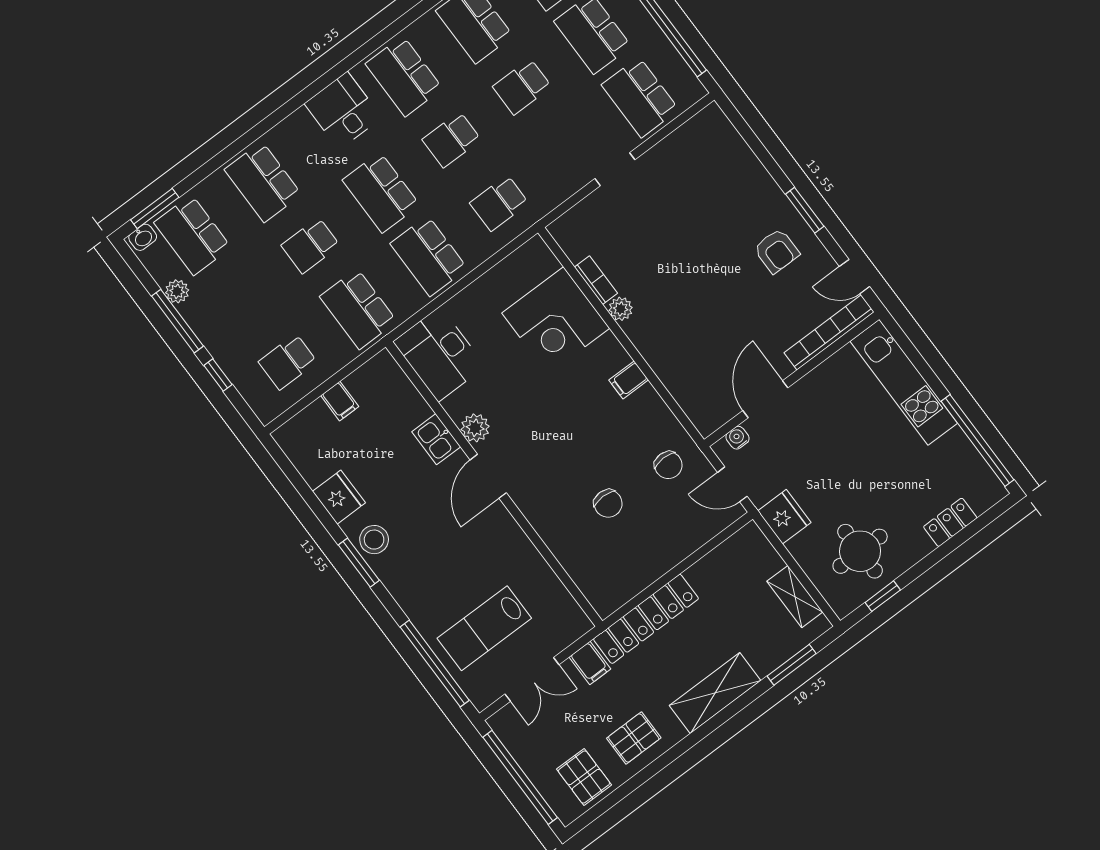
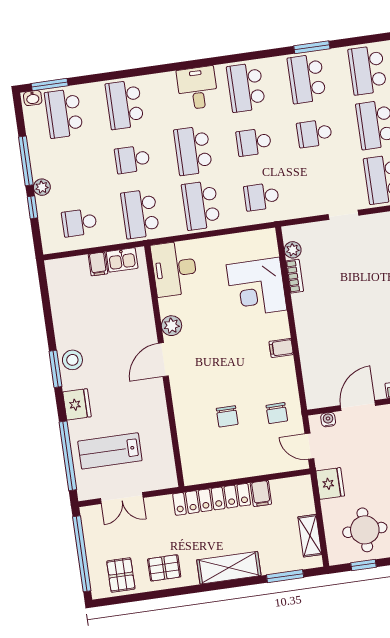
plant: (177, 291) -> (42, 187), moved
plant: (621, 309) -> (293, 250), moved
kitchen sink: (436, 439) -> (122, 260), moved, turned -90
fridge: (339, 497) -> (77, 404), moved
filing cabinet: (590, 663) -> (261, 493), moved

